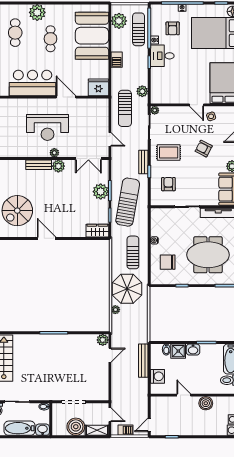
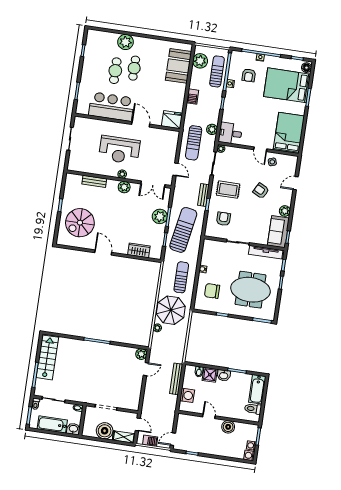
cafe table: (15, 33) -> (115, 71), moved
booth: (92, 36) -> (178, 66), width x0.73, depth x0.70
desk: (162, 56) -> (230, 133), moved
bench: (39, 165) -> (94, 181), moved
wardrobe: (97, 231) -> (139, 250), moved

